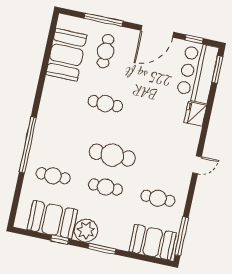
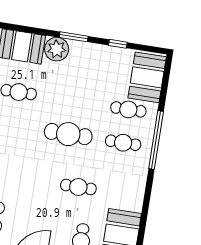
cafe table: (105, 187) -> (123, 143), moved
booth: (52, 220) -> (147, 77), moved, turned 90
plant: (86, 231) -> (57, 49), moved

